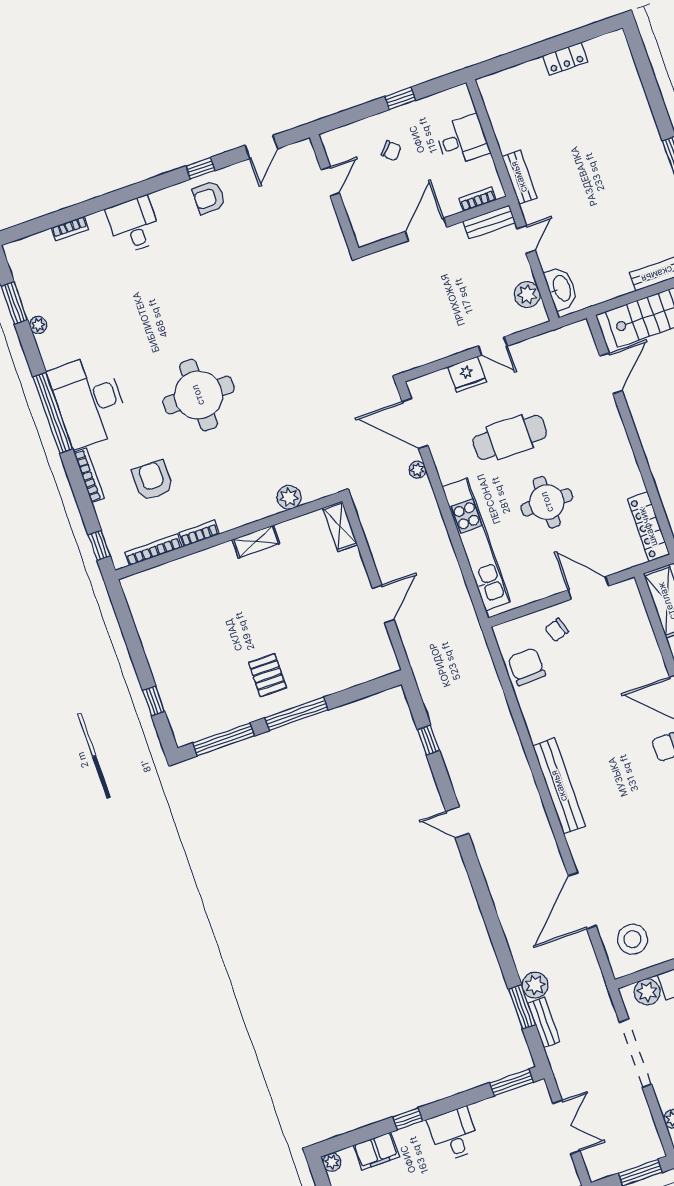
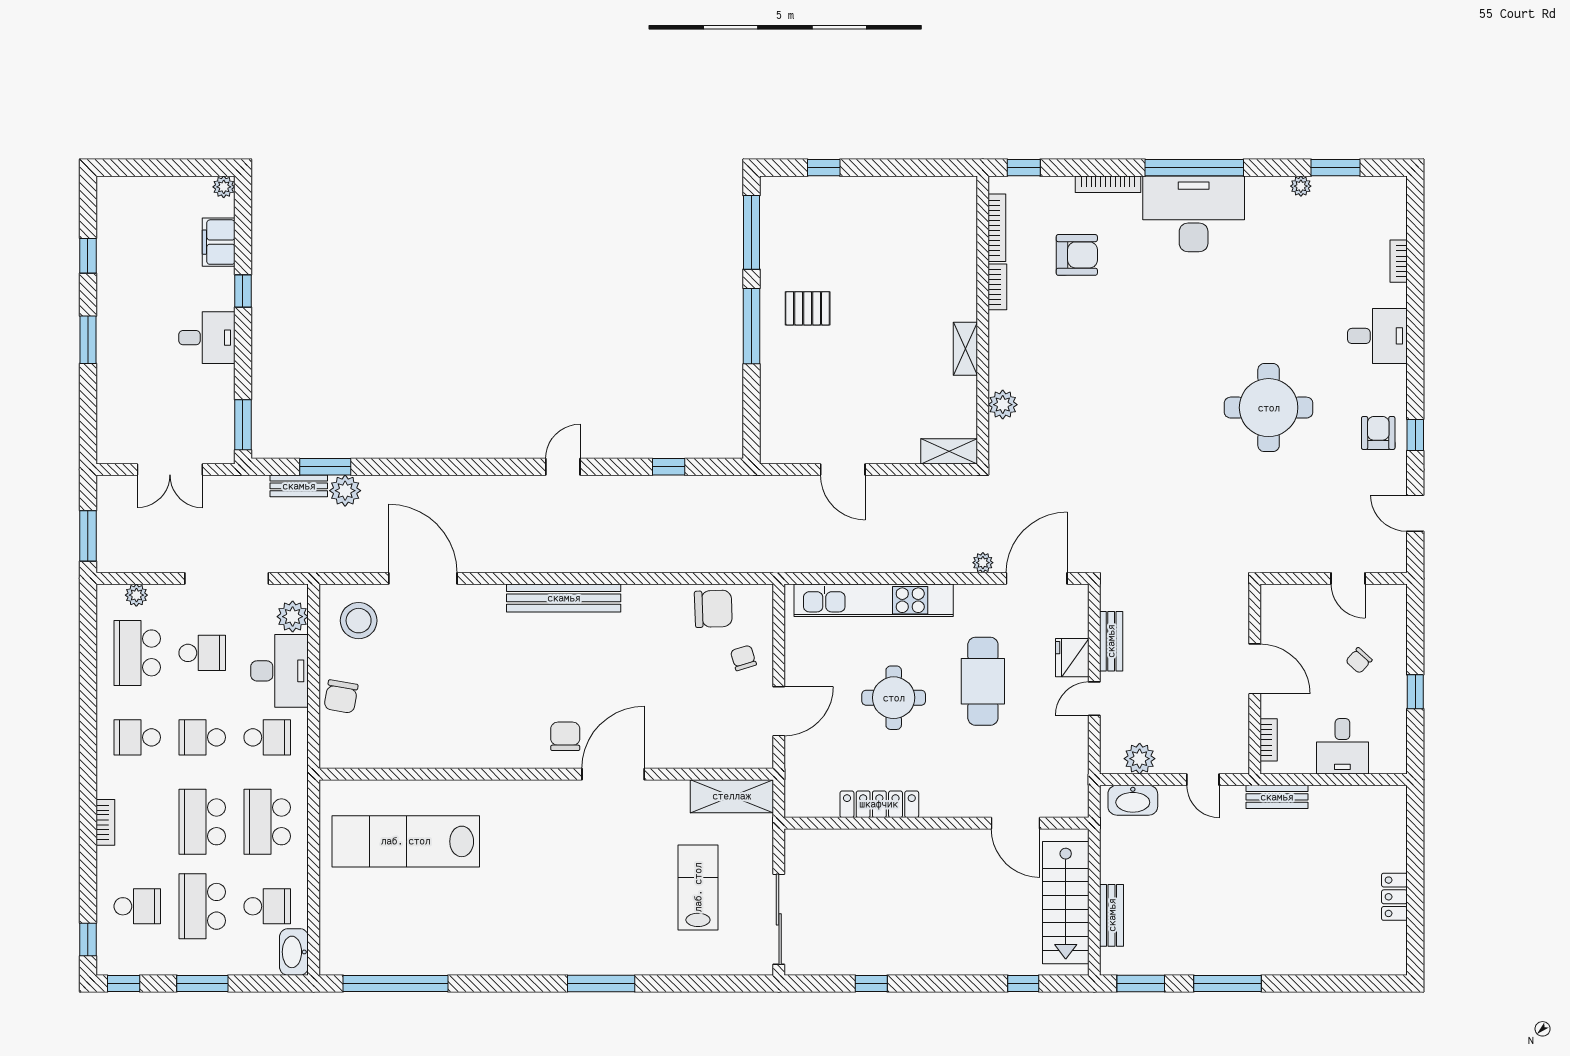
bench: (489, 222) -> (1111, 641), moved
round table: (198, 395) -> (1269, 408), moved
locker: (648, 527) -> (879, 804), moved

